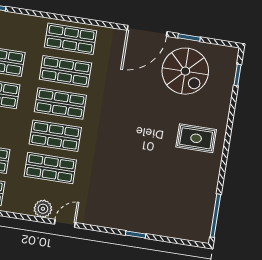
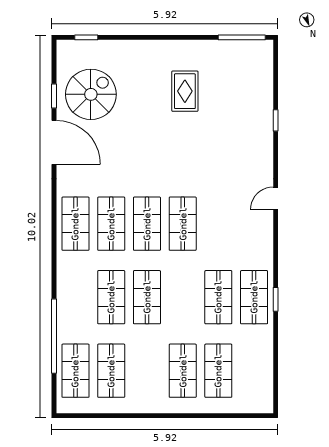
rug: (196, 138) -> (185, 91), moved
shop shelf: (50, 168) -> (218, 224), removed
plant: (43, 209) -> (263, 225), removed
door: (65, 223) -> (276, 198), hinge flipped

